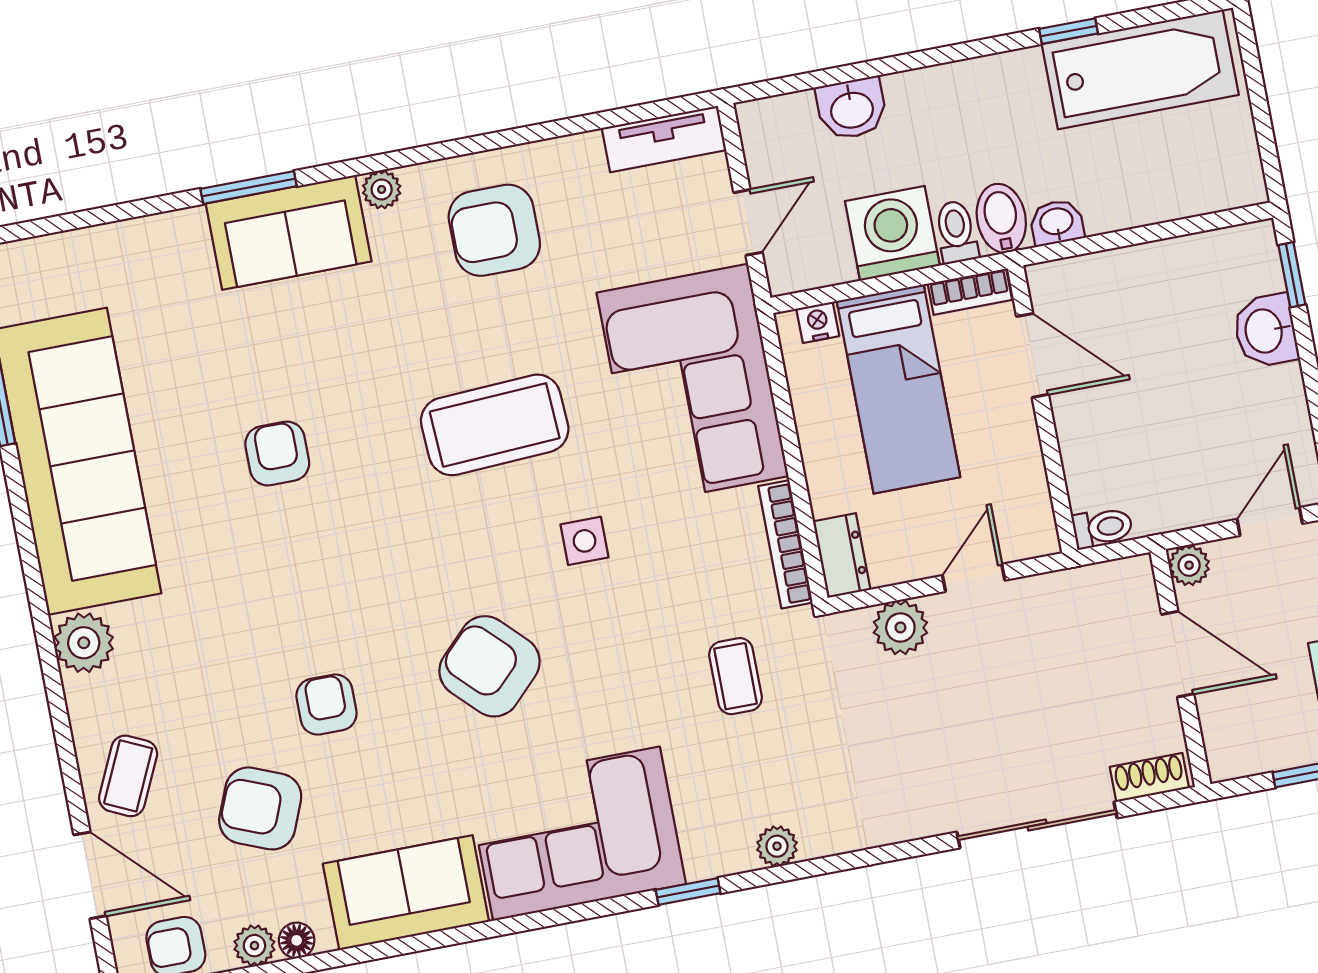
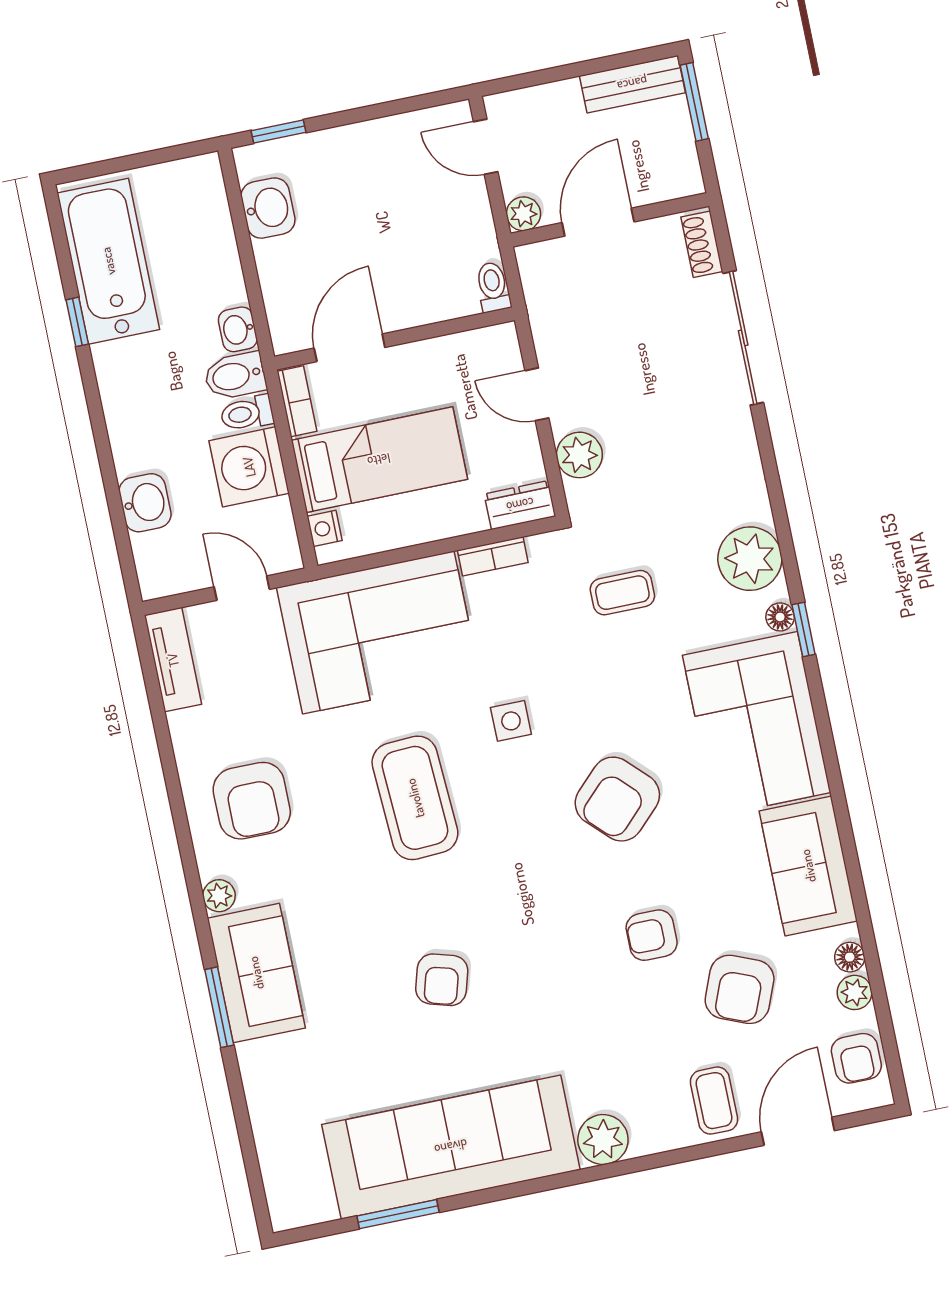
washbasin: (1265, 331) -> (268, 208), moved, turned -90
armchair: (277, 454) -> (442, 980), turned -74
bookcase: (785, 544) -> (493, 556), width x0.64
coffee table: (128, 776) -> (714, 1101), turned 65
plant: (777, 846) -> (750, 559), width x1.87, depth x1.87
floor lamp: (703, 864) -> (780, 617), added

